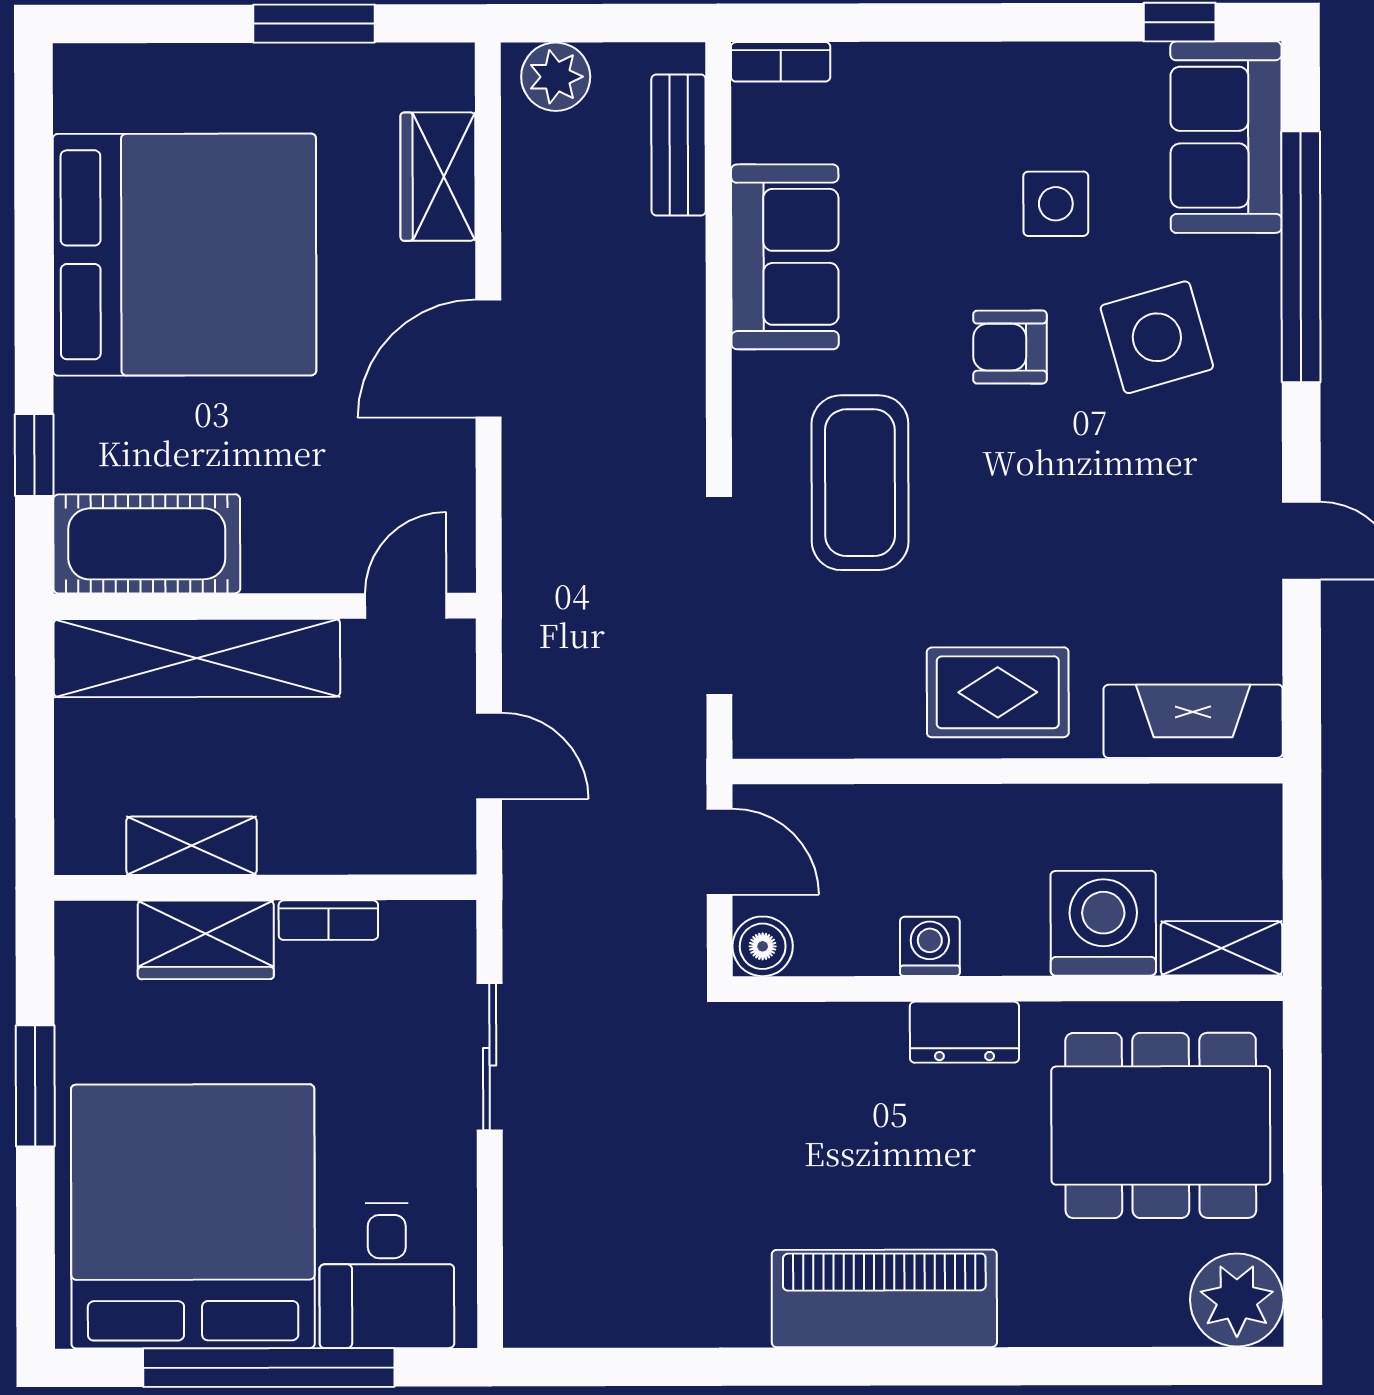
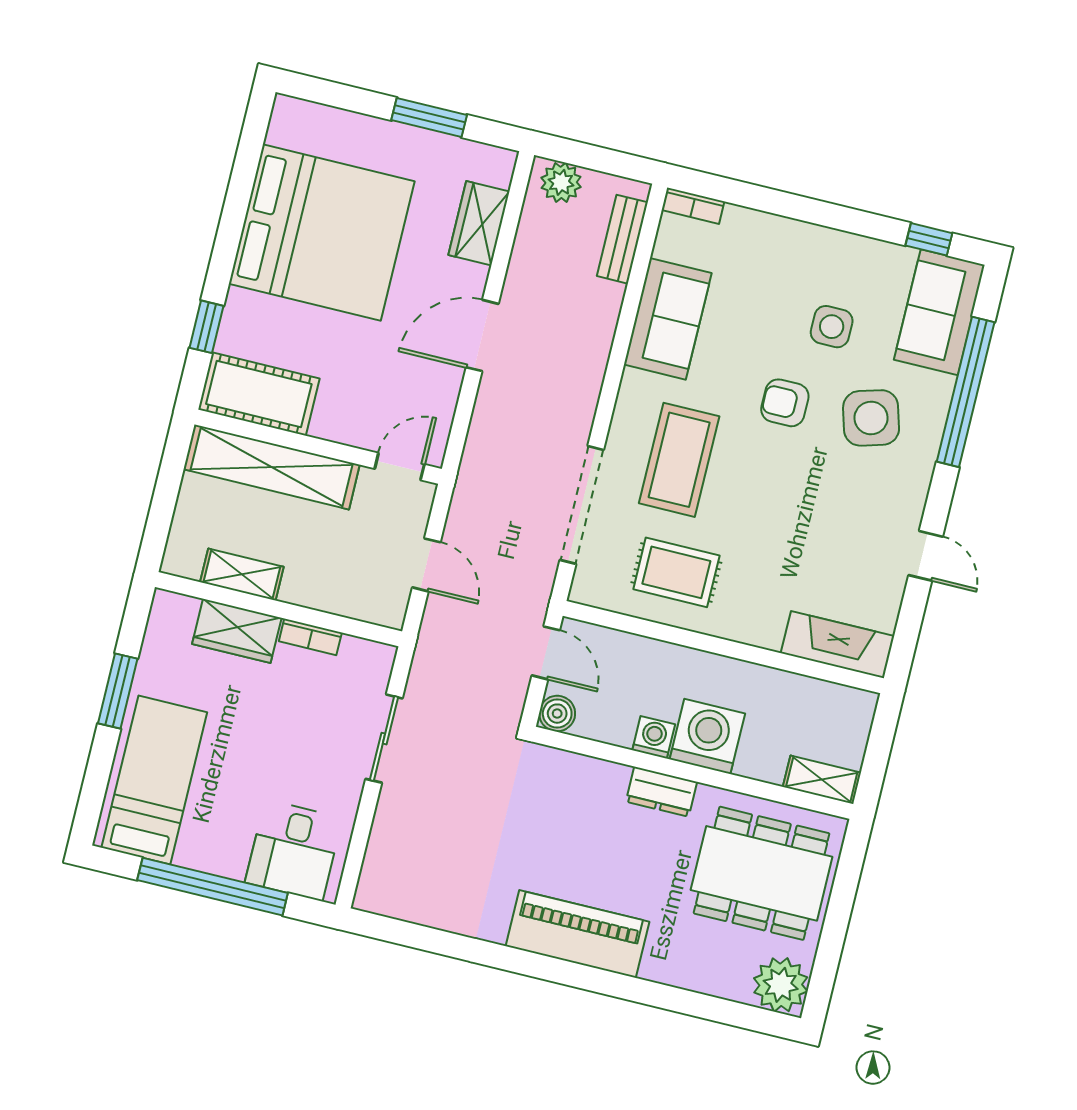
rug: (998, 692) -> (676, 572), moved
washing machine: (1103, 923) -> (707, 736), moved
bed: (193, 1216) -> (154, 780), width x0.49

